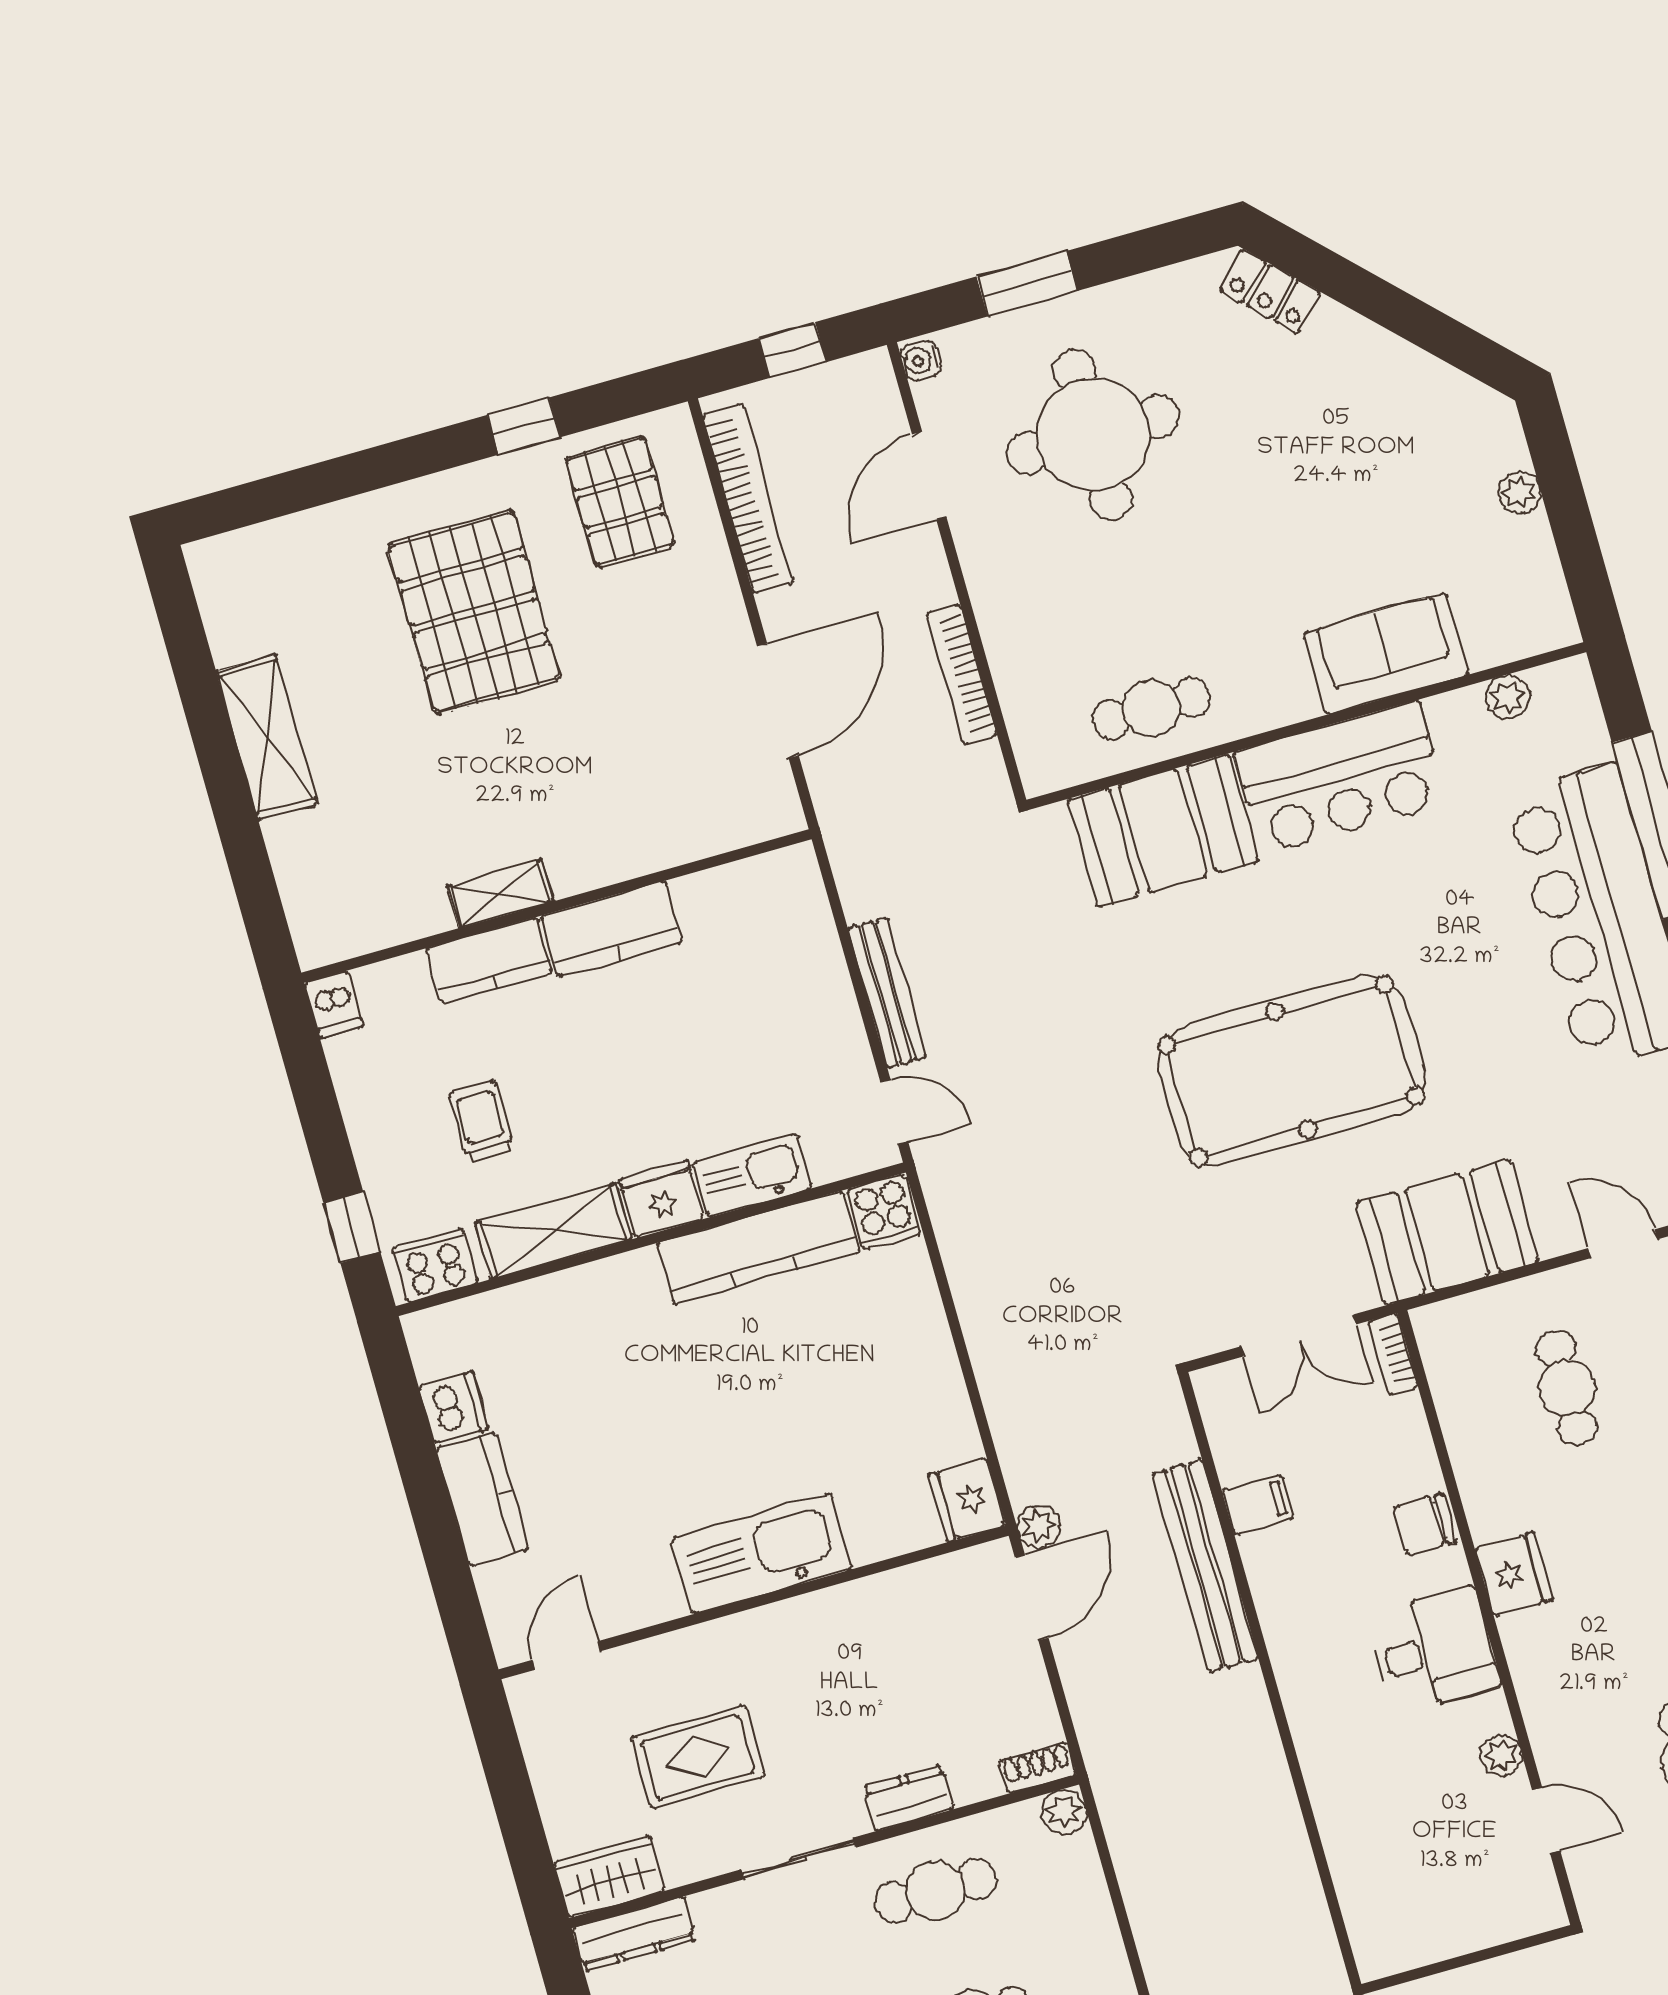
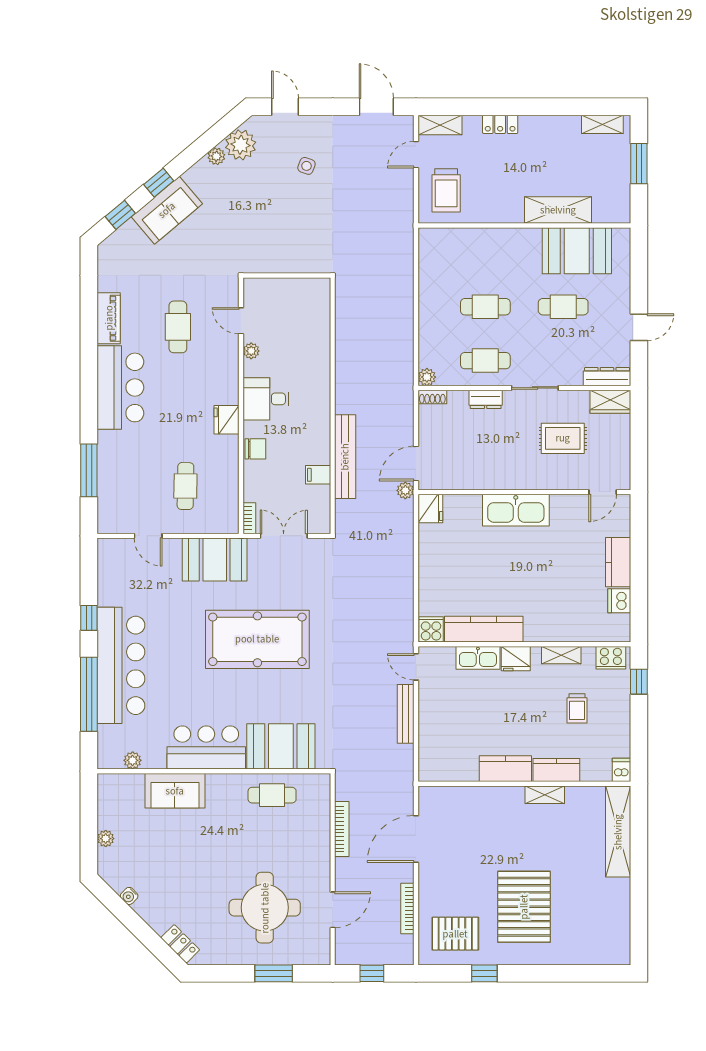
water cooler: (921, 360) -> (129, 896), moved, turned 135
bookcase: (748, 499) -> (407, 909), width x0.68, depth x0.76
pallet: (620, 502) -> (455, 934), turned 90
shelving: (267, 738) -> (618, 832), moved, width x1.47
shelving: (553, 1231) -> (561, 655), width x0.67, depth x0.75

